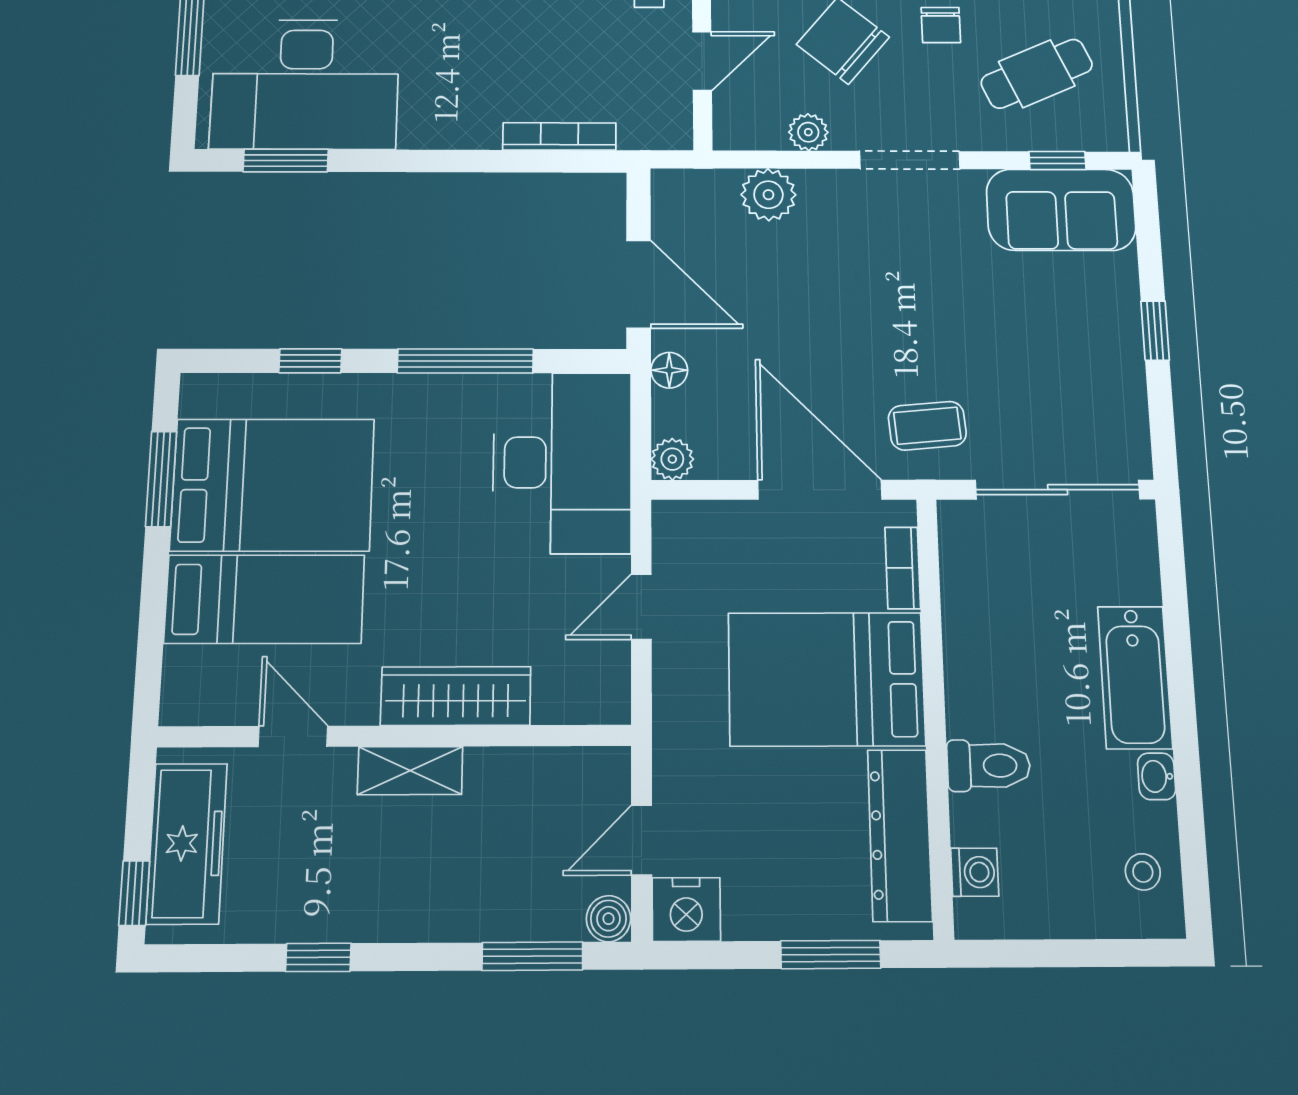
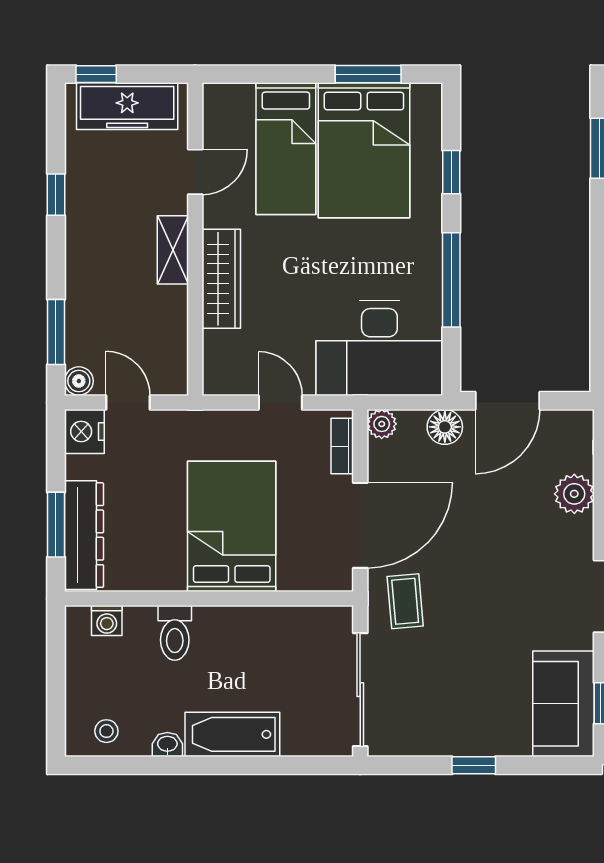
floor lamp: (669, 370) -> (445, 427), width x1.37, depth x1.37
bookcase: (903, 568) -> (342, 446), moved, turned -90
dresser: (900, 835) -> (84, 535), moved, turned 90

